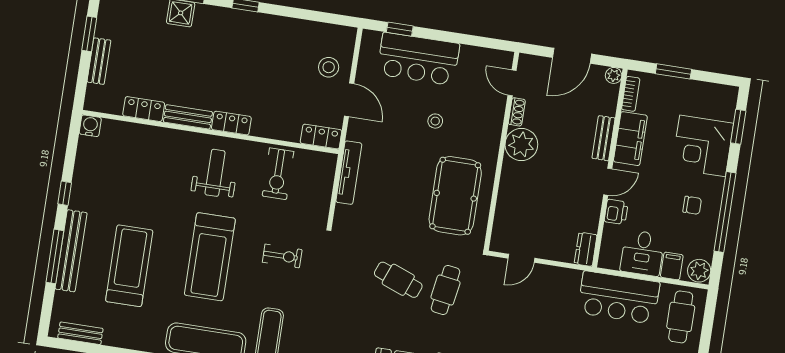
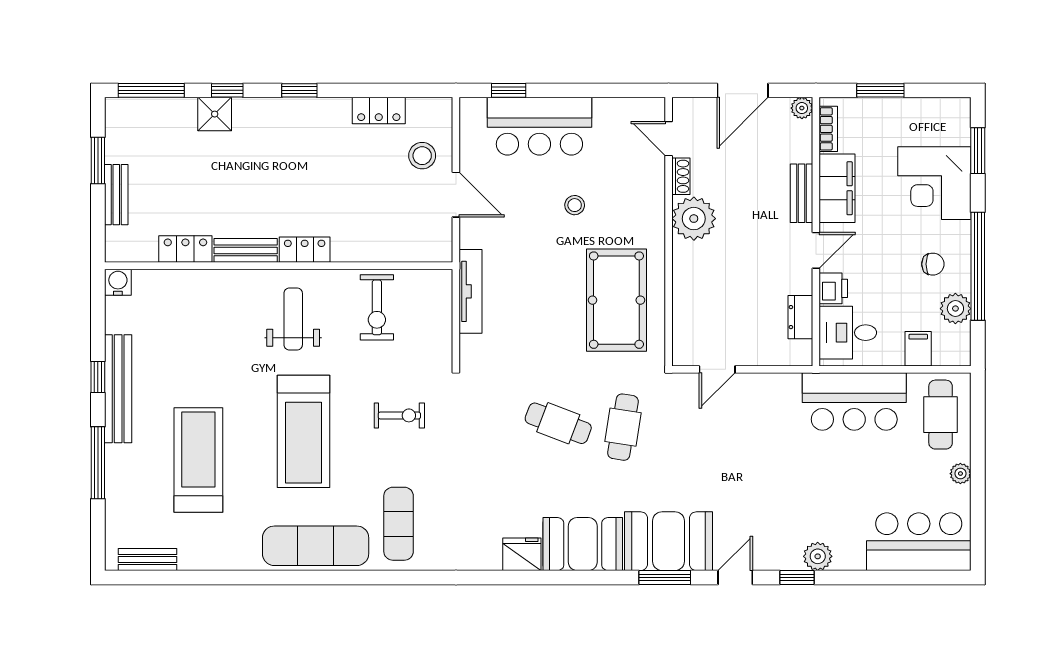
locker: (321, 137) -> (379, 111), moved, turned 180
dresser: (586, 249) -> (800, 317), moved
bench: (71, 251) -> (118, 389), moved
desk: (642, 253) -> (848, 333), moved, turned 90
plant: (699, 271) -> (955, 309), moved

